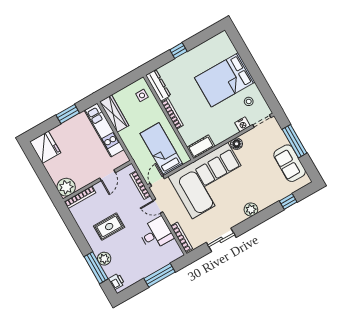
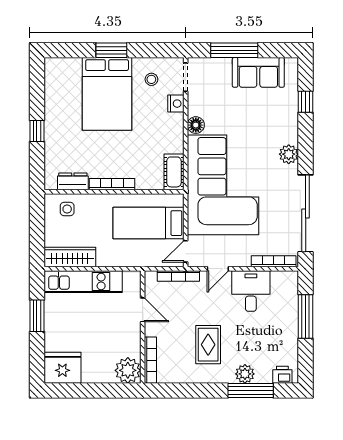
window: (252, 67) -> (111, 50), added
dresser: (158, 85) -> (73, 181), width x0.70
door: (157, 181) -> (186, 251), hinge flipped
sliding door: (221, 240) -> (306, 213), width x1.86

